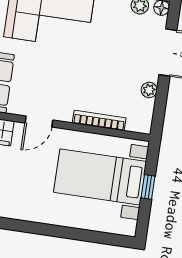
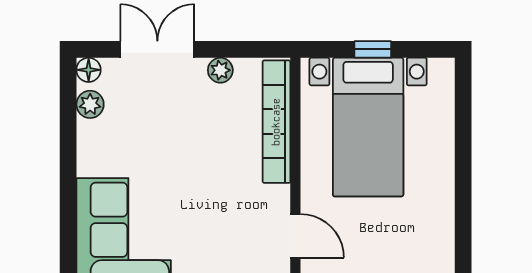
bookcase: (99, 120) -> (276, 122), width x1.48, depth x1.31

